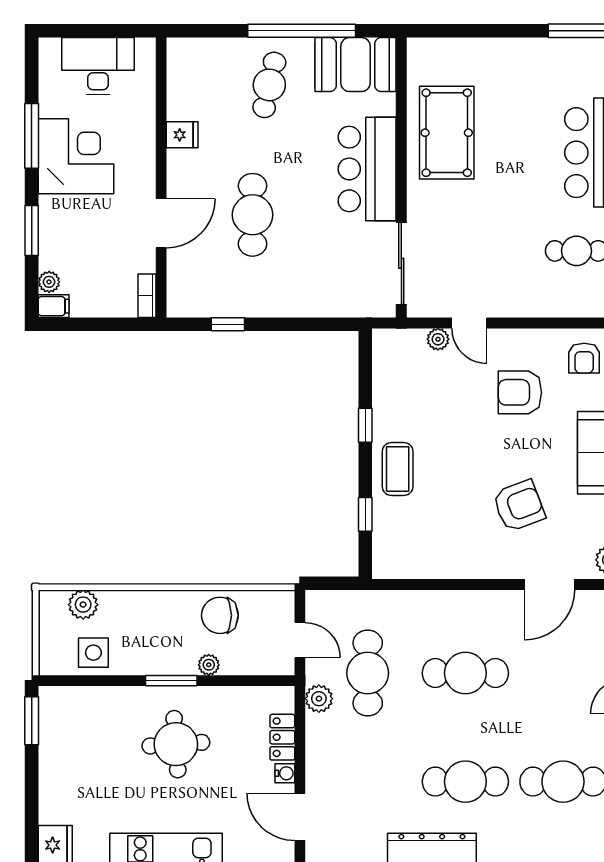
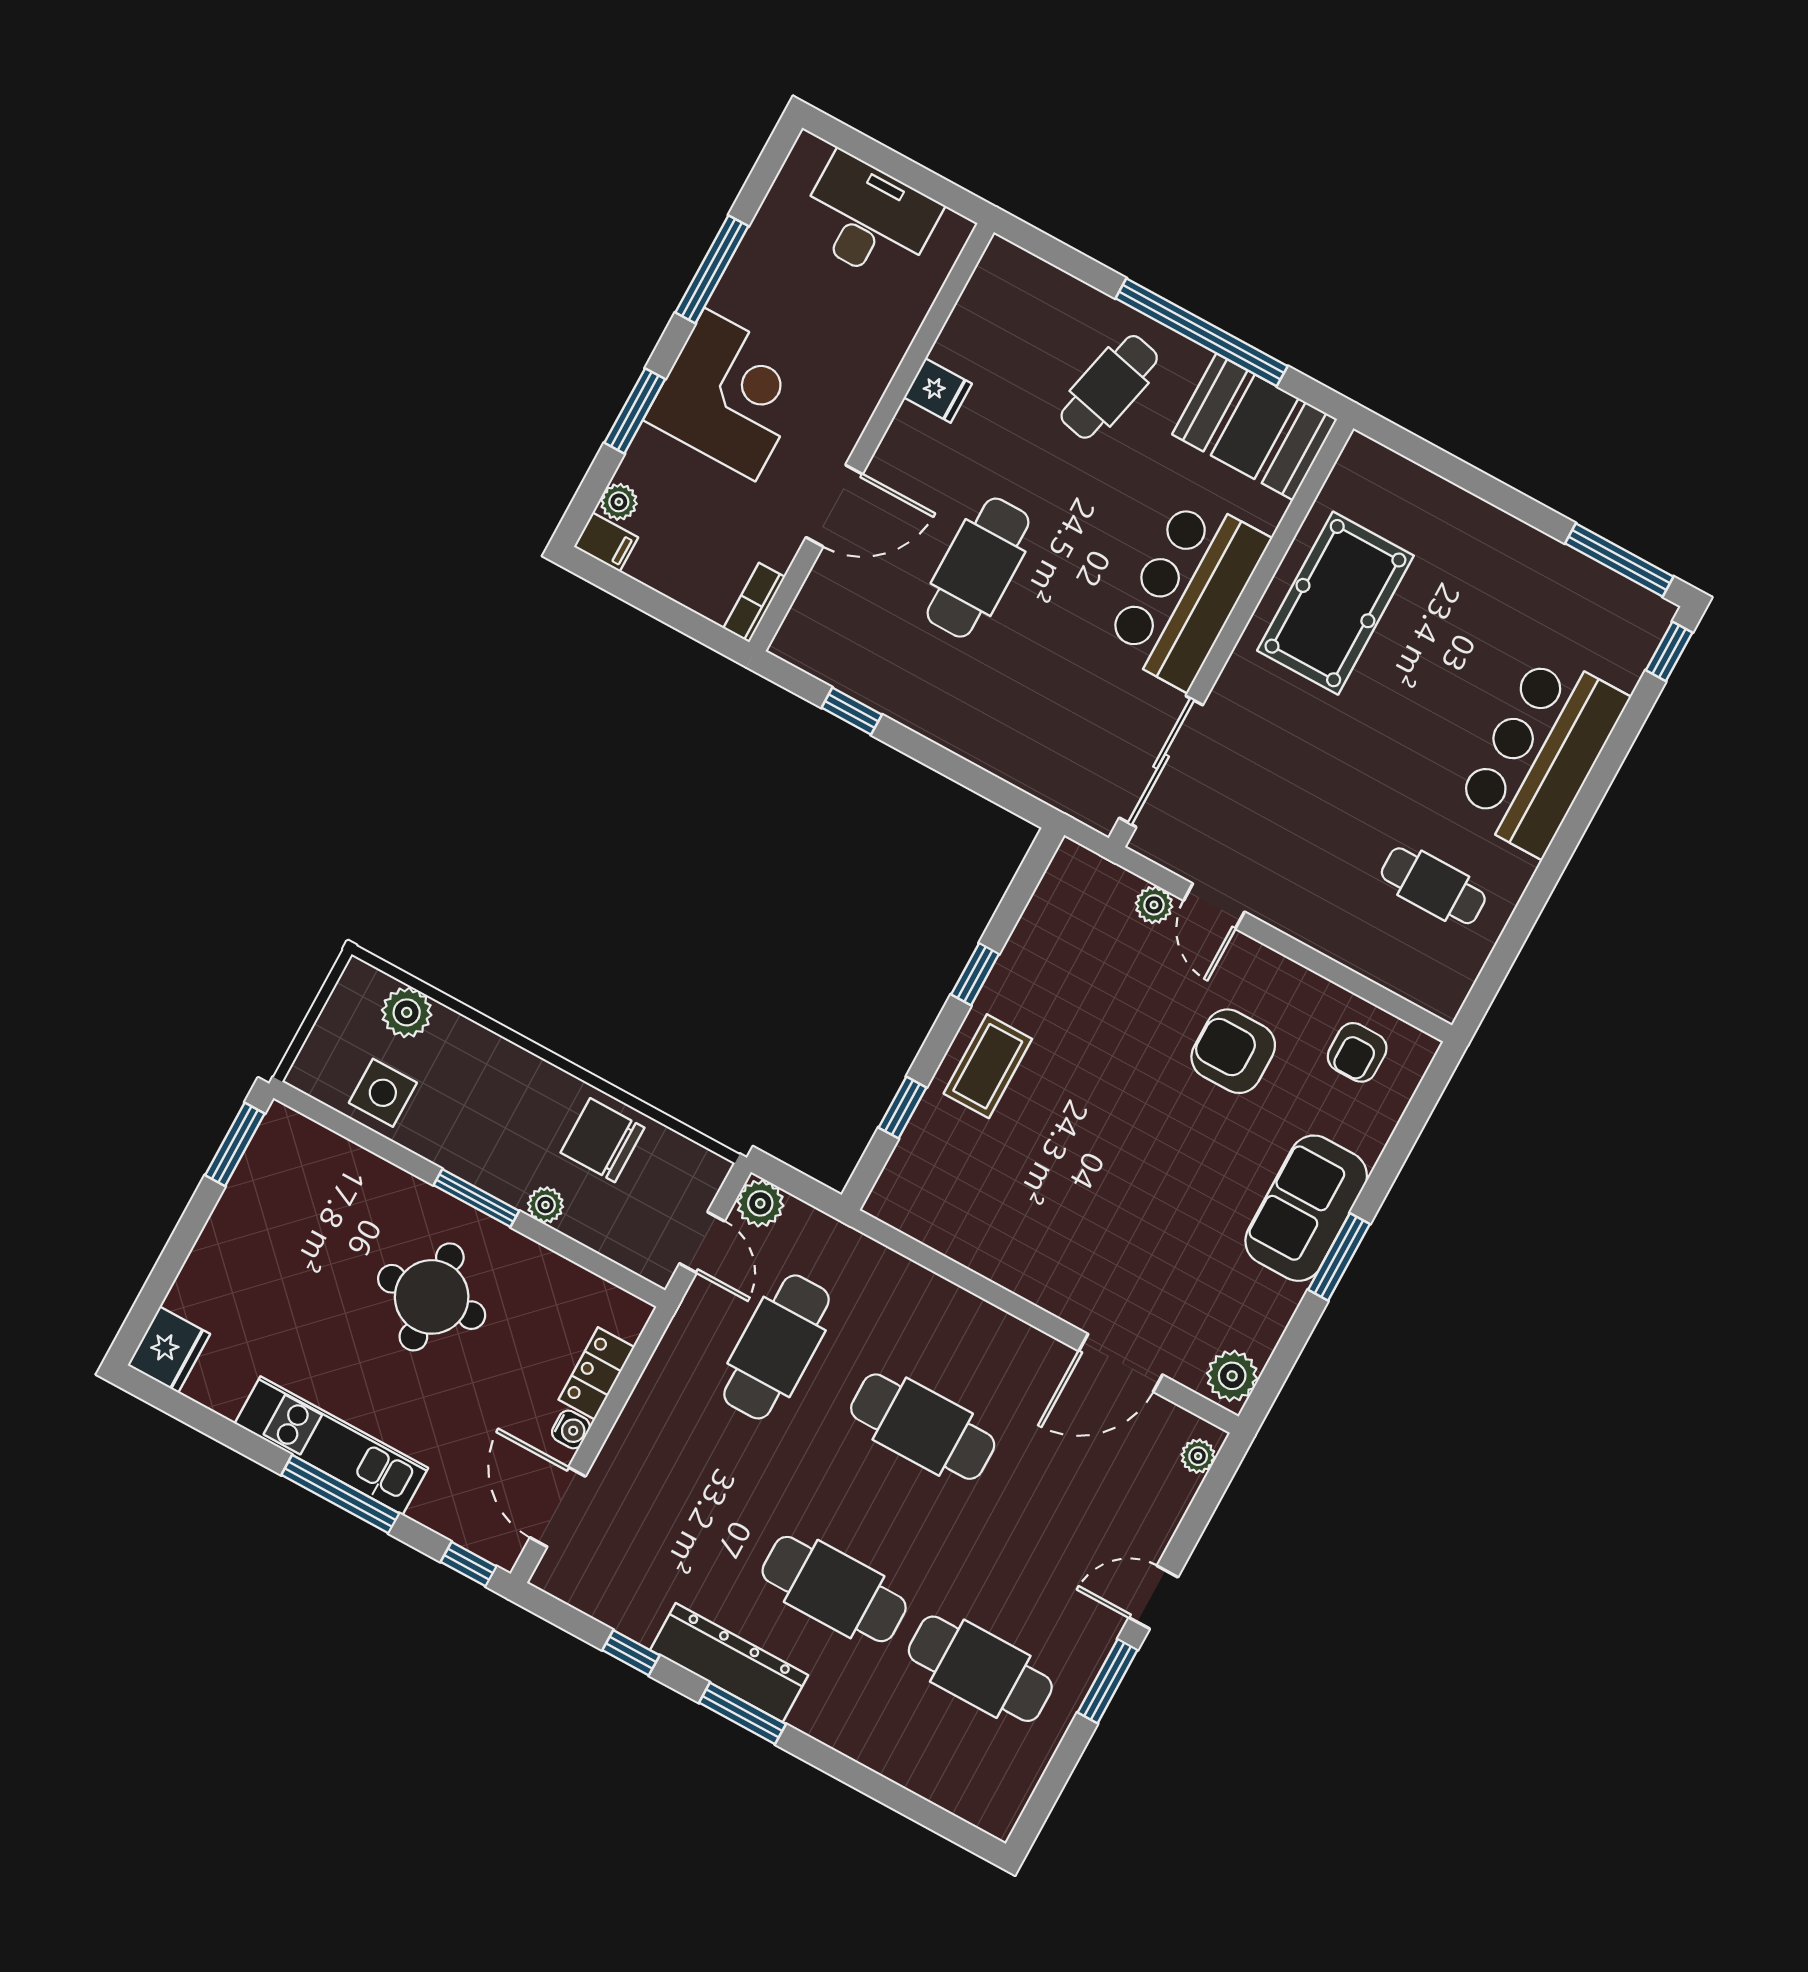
corner desk: (76, 156) -> (730, 394), moved
armchair: (519, 506) -> (1139, 1220), removed
plant: (319, 699) -> (760, 1203), moved

